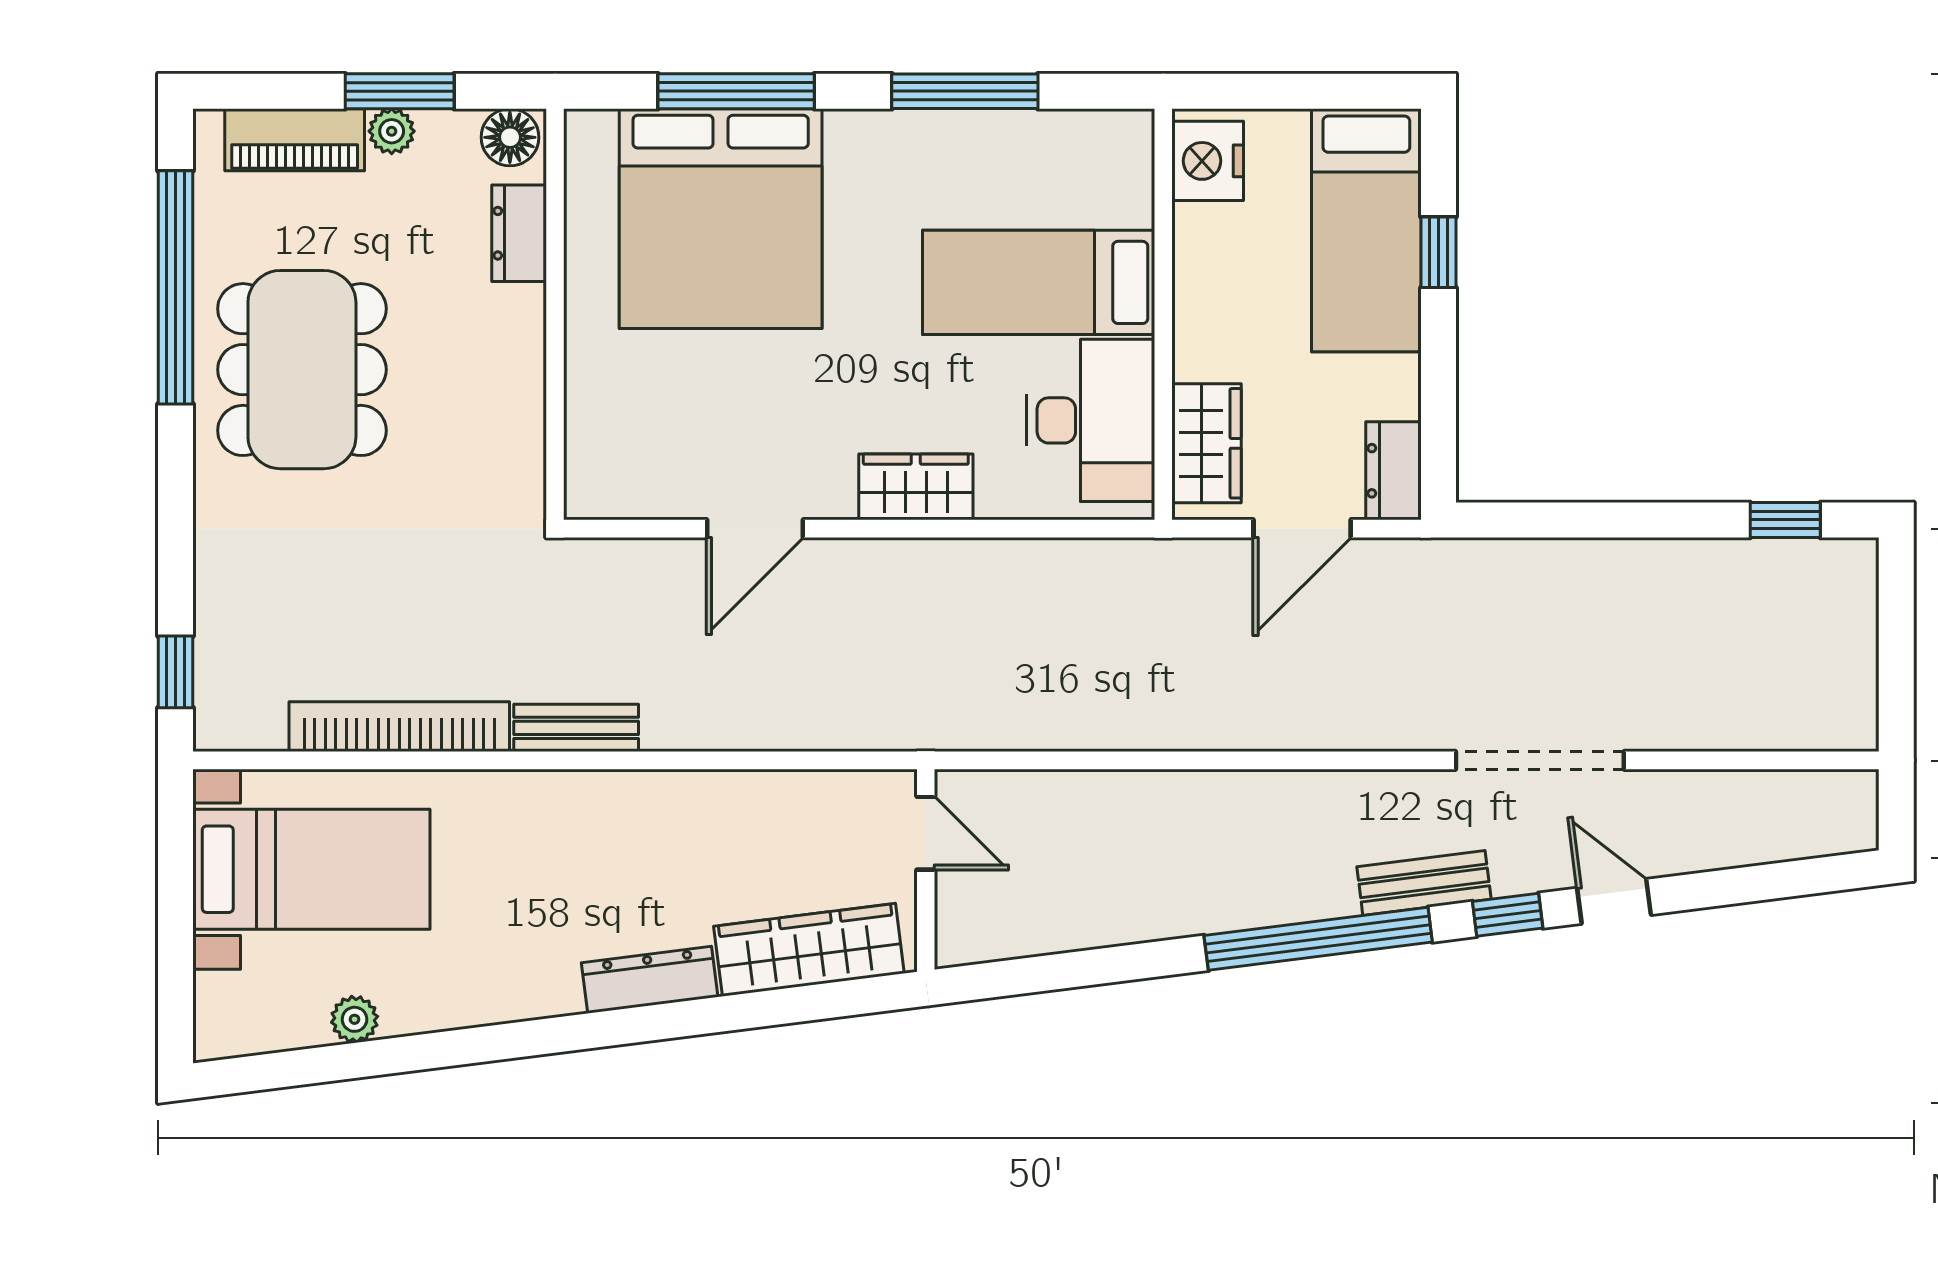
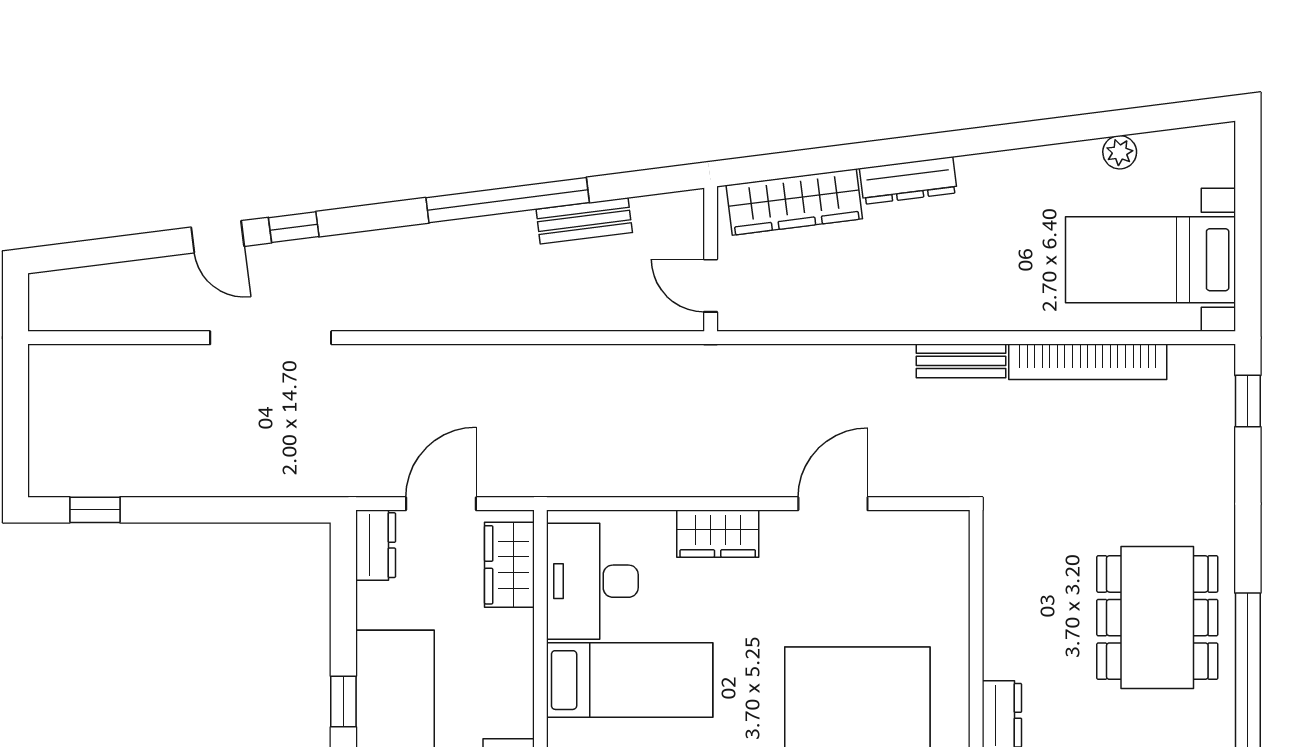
bench: (1424, 883) -> (584, 221), moved
window: (1318, 939) -> (508, 200), moved

